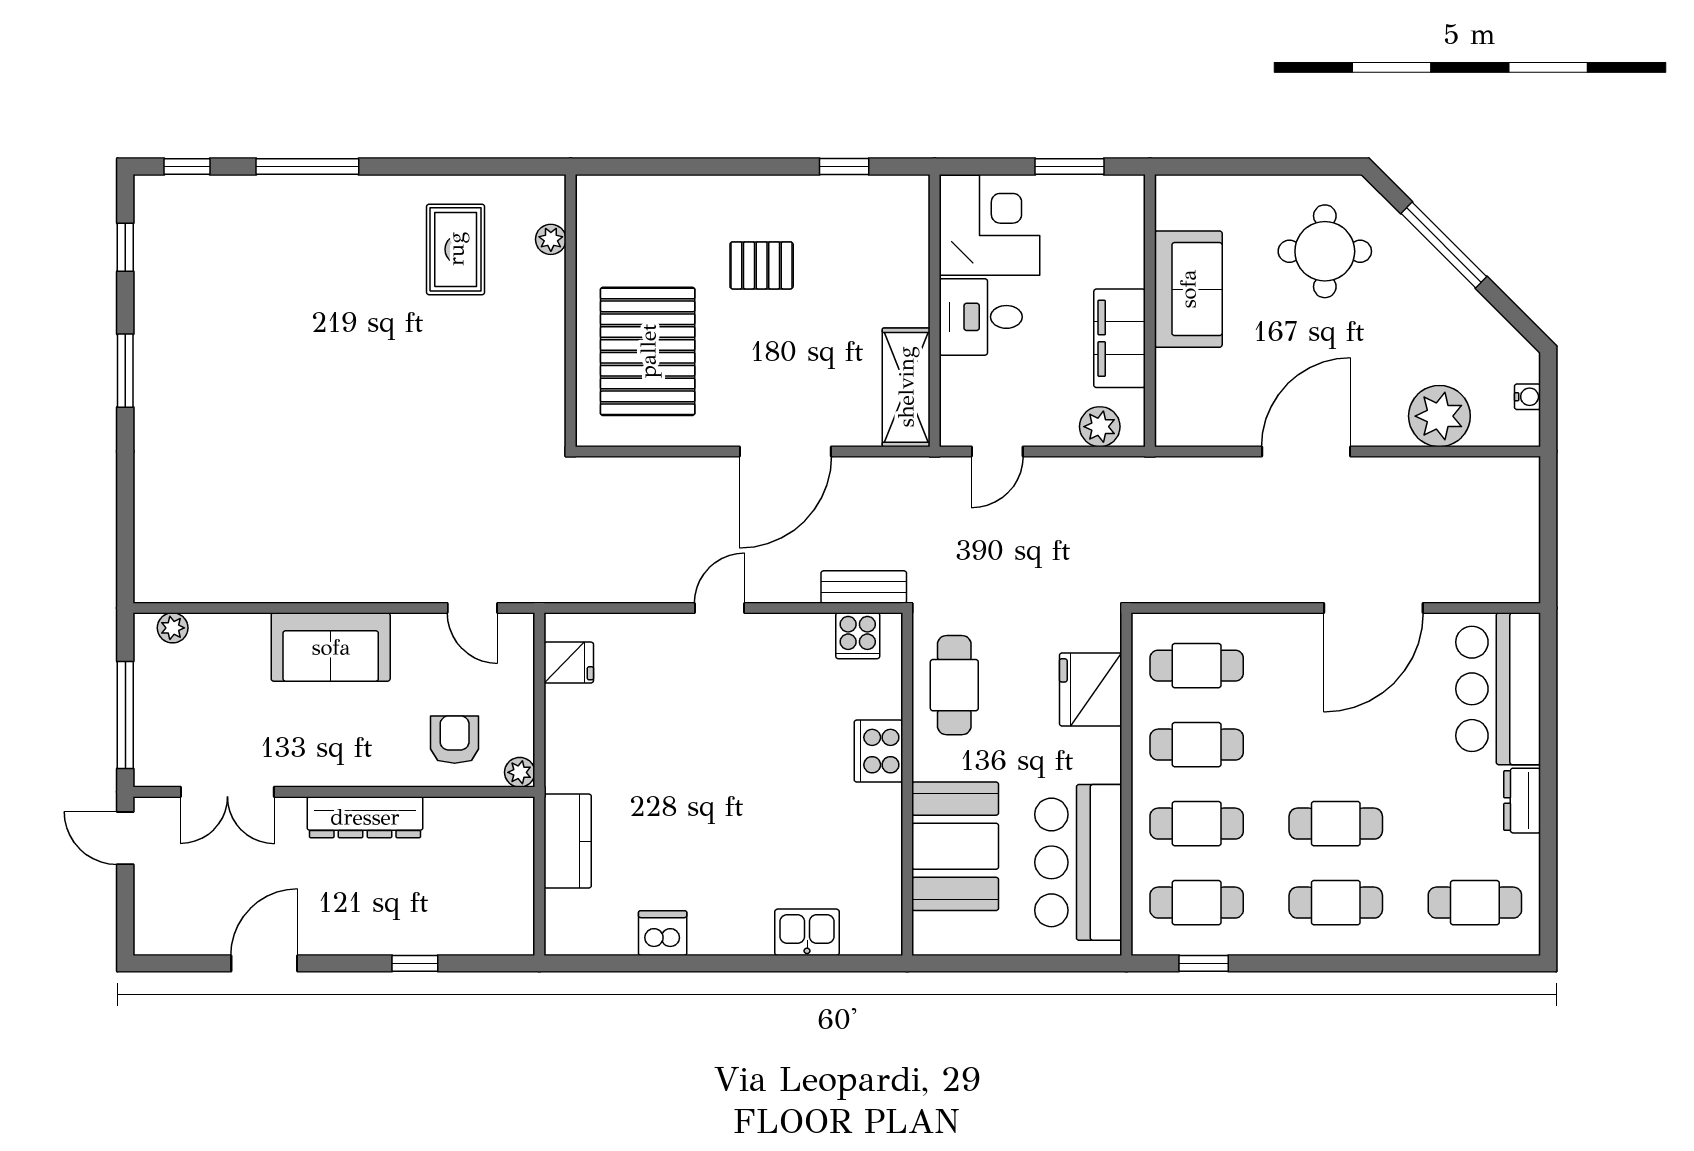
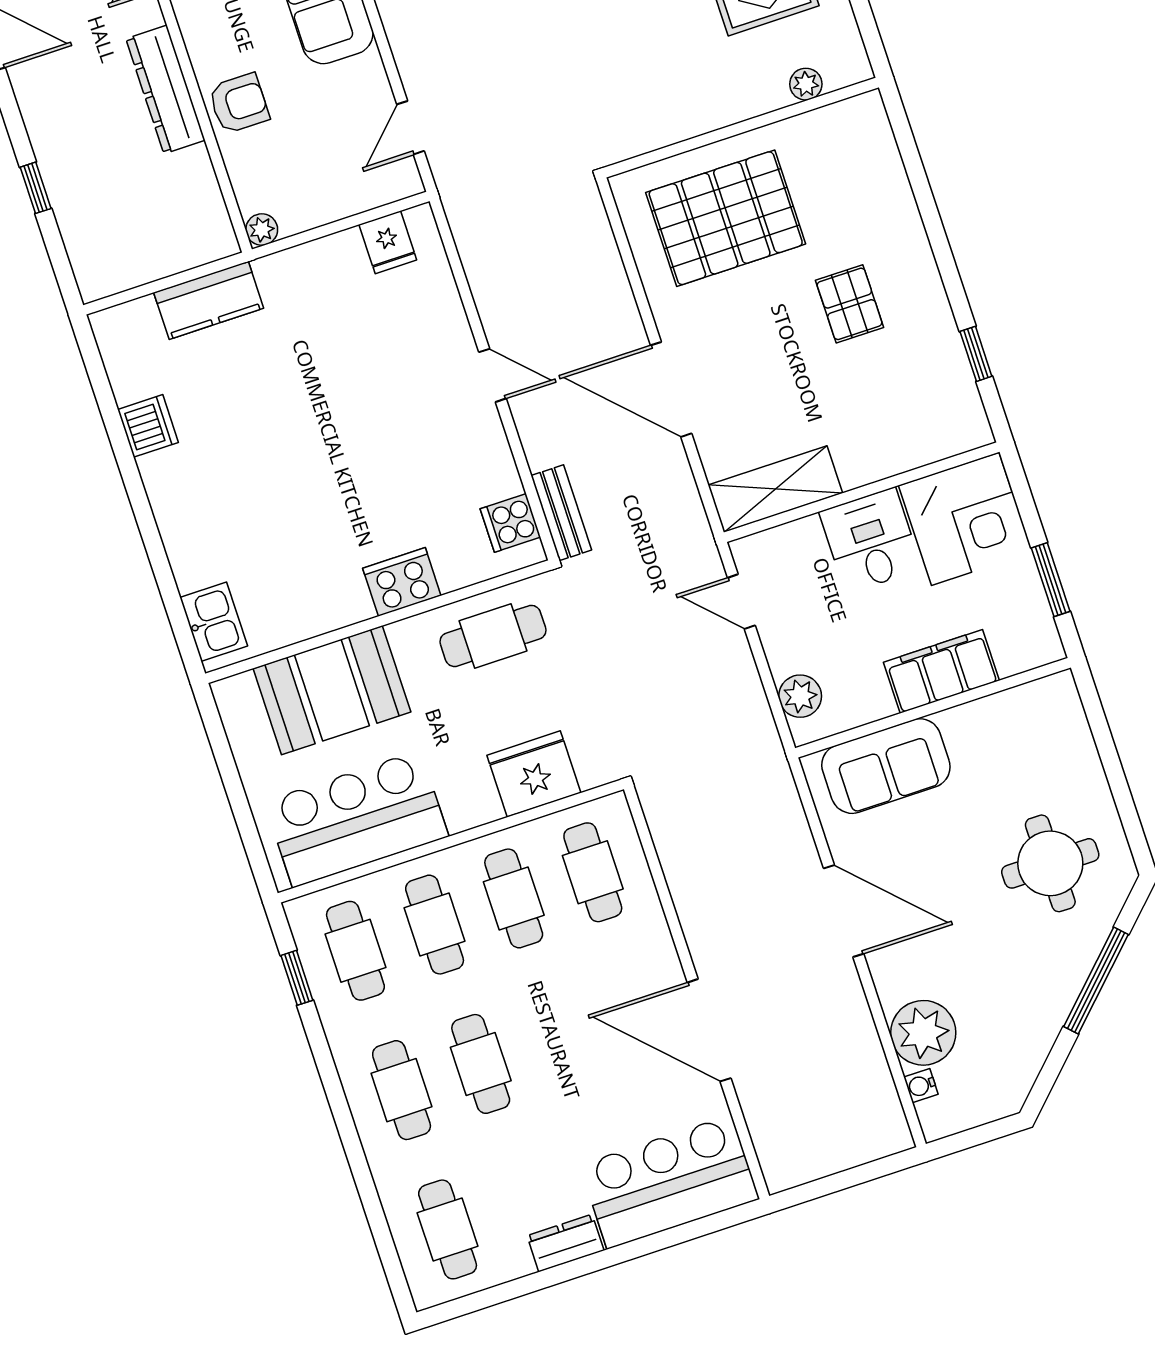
sofa: (1188, 289) -> (886, 766), moved
filing cabinet: (1120, 338) -> (941, 671), moved
water cooler: (1527, 397) -> (921, 1086), moved, turned 90
armchair: (455, 740) -> (239, 103), moved
kitchen sink: (807, 932) -> (214, 622), moved

